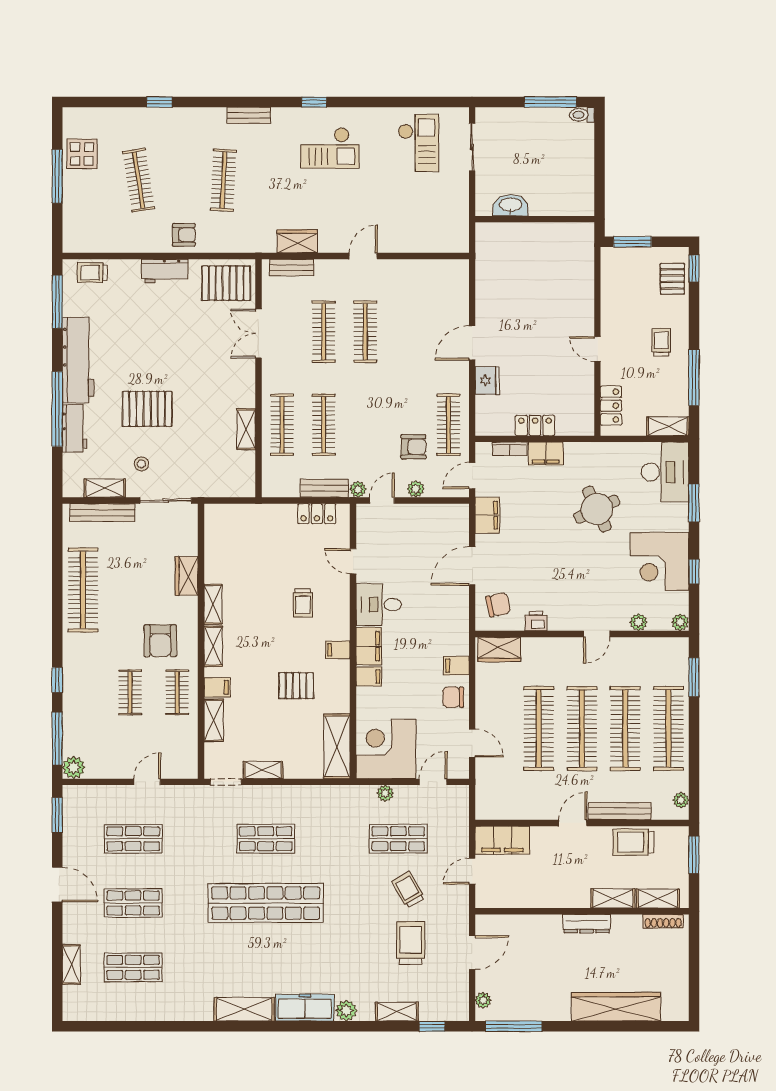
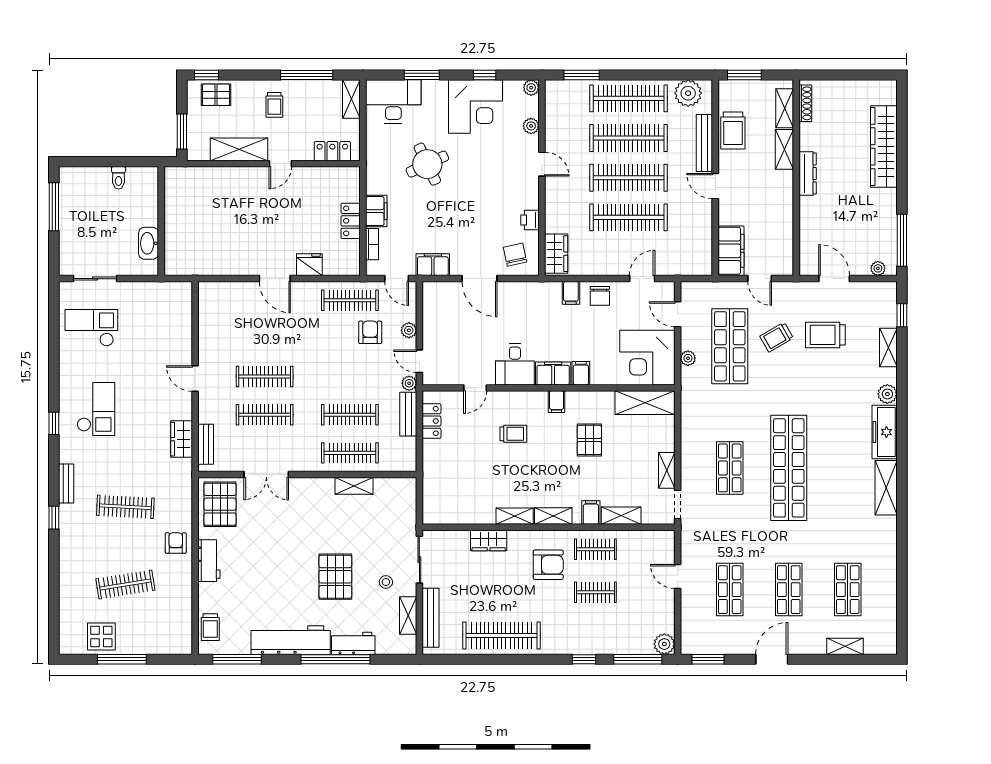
window: (159, 102) -> (54, 518), moved
toilet: (582, 115) -> (119, 178), moved
shelving: (613, 304) -> (239, 149), added
trolley: (661, 342) -> (274, 105), turned -90
plant: (681, 800) -> (688, 93), width x1.88, depth x1.88
shop shelf: (398, 839) -> (730, 346), width x1.43, depth x1.36

